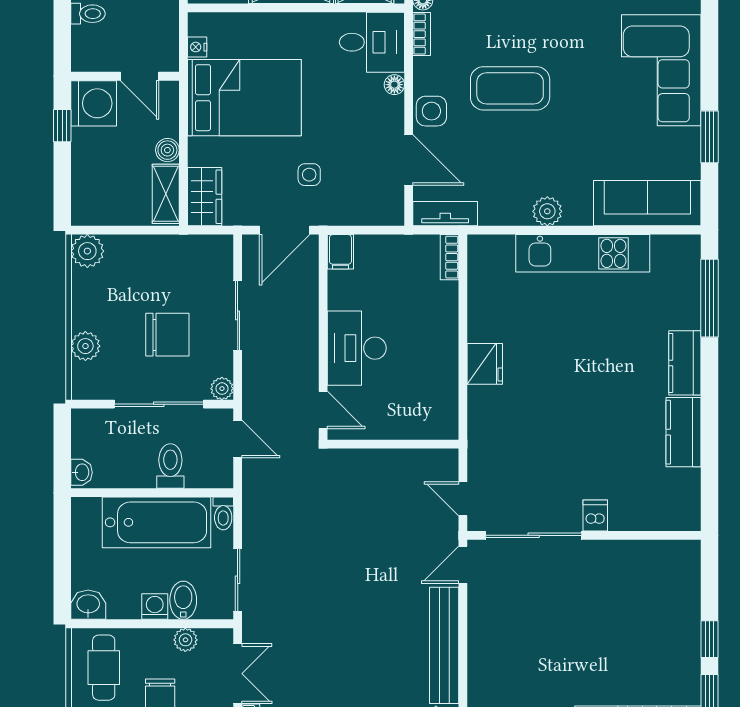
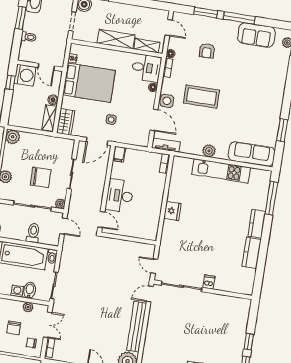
corner sofa: (661, 70) -> (266, 99), removed

